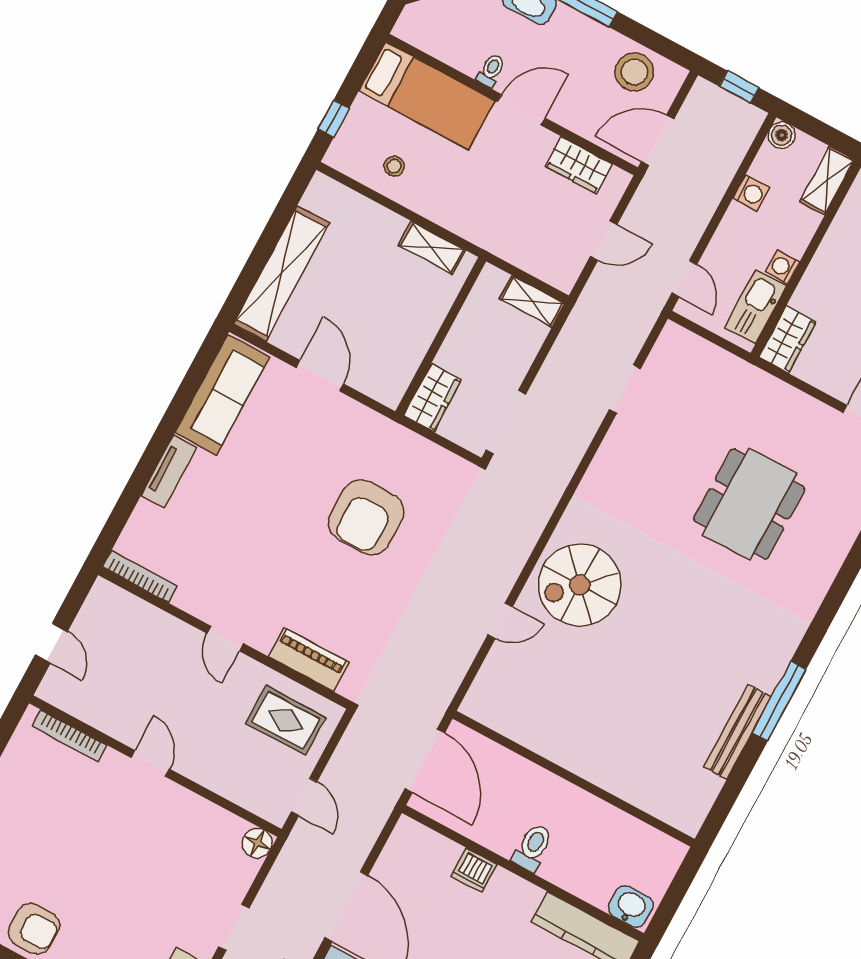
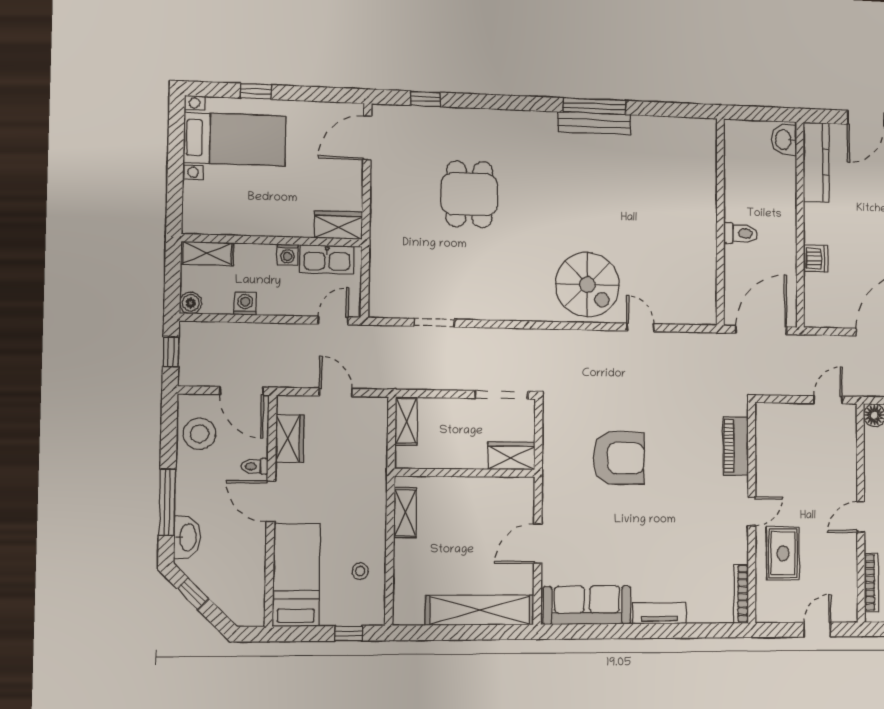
toilet: (491, 70) -> (255, 466), moved
dining table: (749, 504) -> (469, 194), width x0.73
rug: (286, 720) -> (783, 553), moved
bench: (737, 732) -> (594, 123), moved
toilet: (533, 847) -> (741, 233), moved, turned 180

